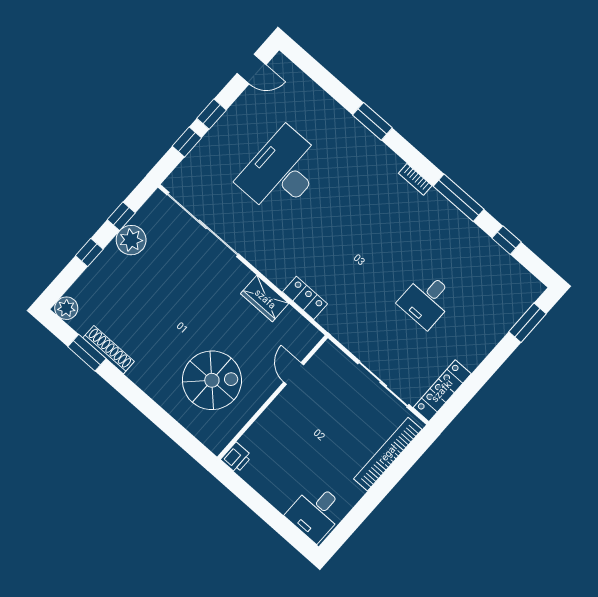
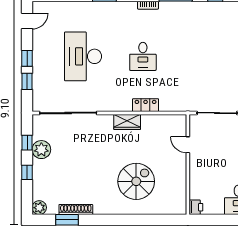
desk: (427, 300) -> (143, 56), moved
door: (294, 373) -> (188, 145), moved
wall: (272, 397) -> (188, 164), moved
printer: (236, 458) -> (196, 207), moved

